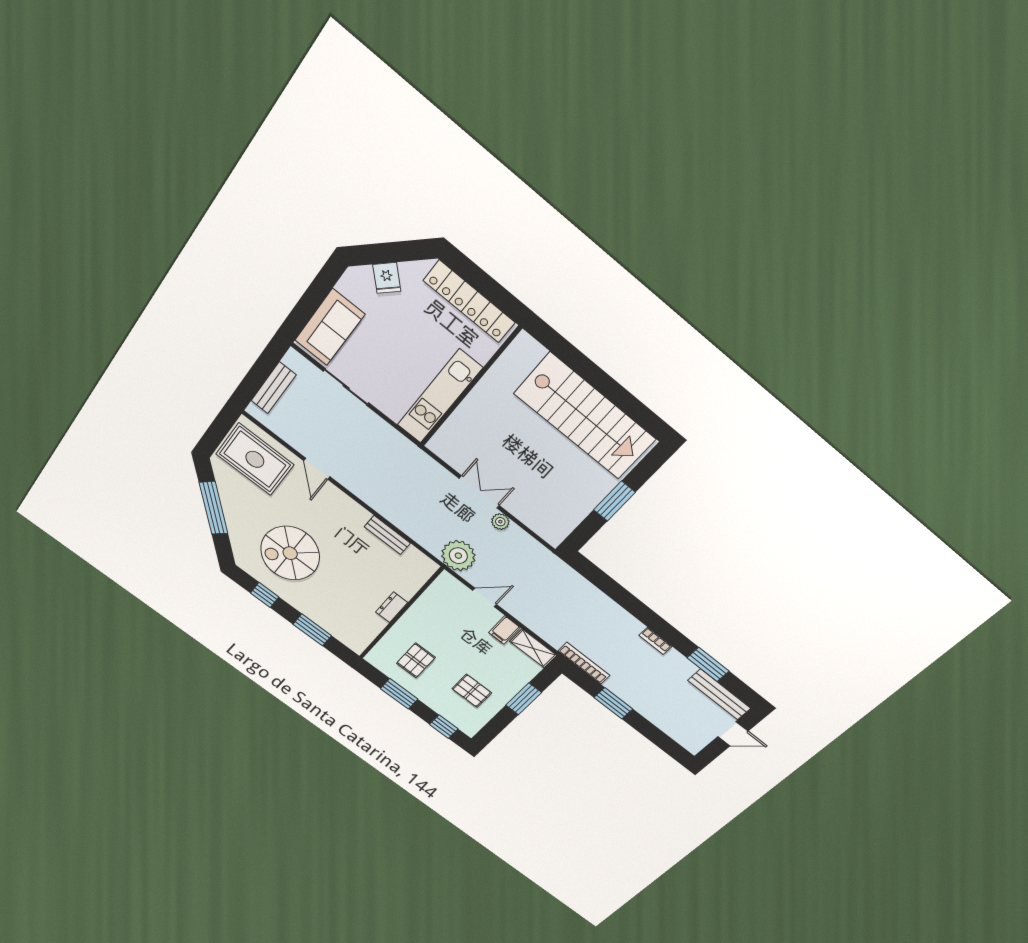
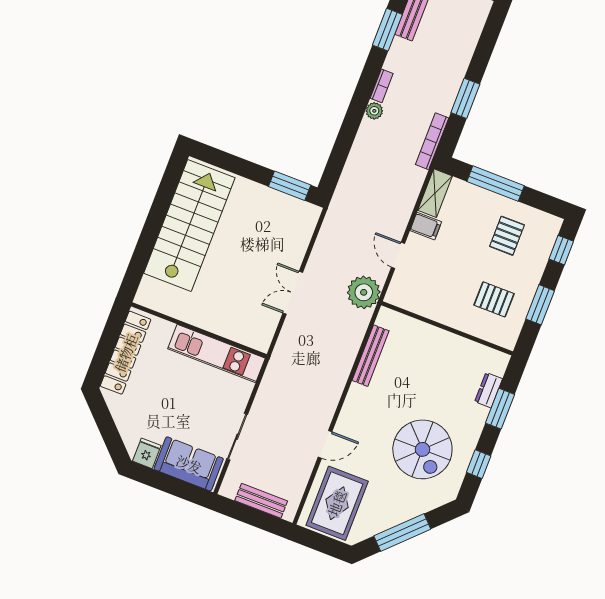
fridge: (387, 278) -> (147, 453), moved, turned -45
window: (614, 501) -> (290, 186), moved
plant: (500, 522) -> (374, 111), moved
bench: (387, 535) -> (371, 356), width x1.36
dresser: (392, 607) -> (489, 390), moved, turned 90
window: (524, 699) -> (496, 184), width x1.44

